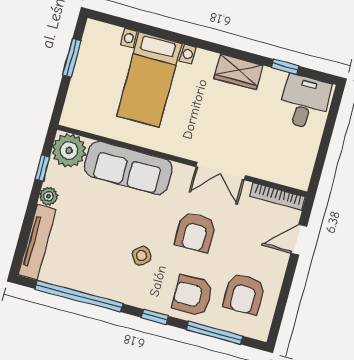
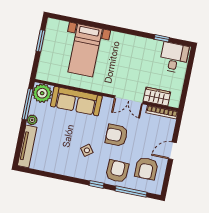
wardrobe: (238, 72) -> (157, 96), moved, turned 180
window: (42, 168) -> (28, 104), width x2.17
armchair: (195, 232) -> (117, 135), turned 90
door: (299, 240) -> (172, 151), moved
window: (79, 296) -> (53, 175), removed
armchair: (193, 296) -> (117, 171), turned 92

